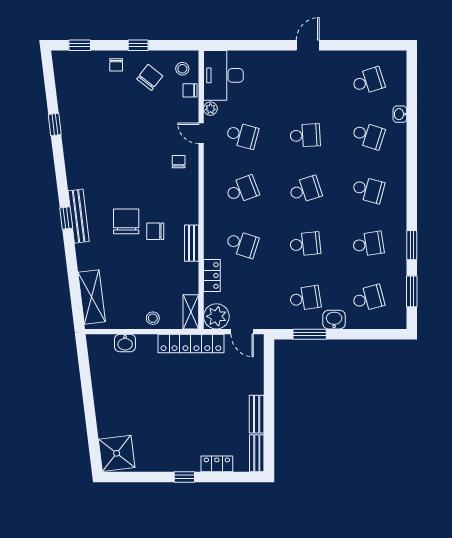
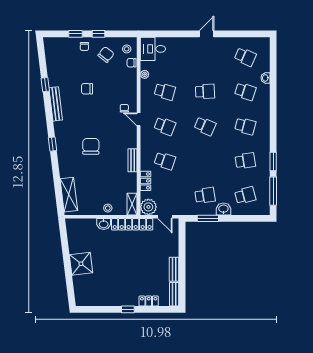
window: (80, 45) -> (76, 34), moved
desk: (223, 75) -> (153, 49), width x0.73
school desk: (368, 81) -> (245, 57), turned 42
door: (201, 133) -> (139, 119), moved
school desk: (242, 190) -> (165, 126), turned 42
school desk: (305, 190) -> (205, 126), turned 42
bench: (79, 216) -> (56, 104), moved
chair: (155, 231) -> (87, 89), moved
school desk: (305, 244) -> (205, 161), removed
window: (412, 291) -> (273, 191), width x1.44
washbasin: (125, 343) -> (104, 224), moved
shower: (117, 453) -> (81, 264), moved

